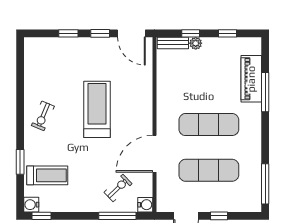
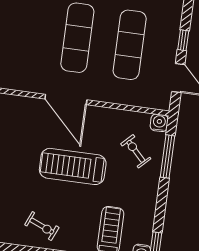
treadmill: (97, 109) -> (73, 166), moved
door: (154, 154) -> (66, 99), moved

